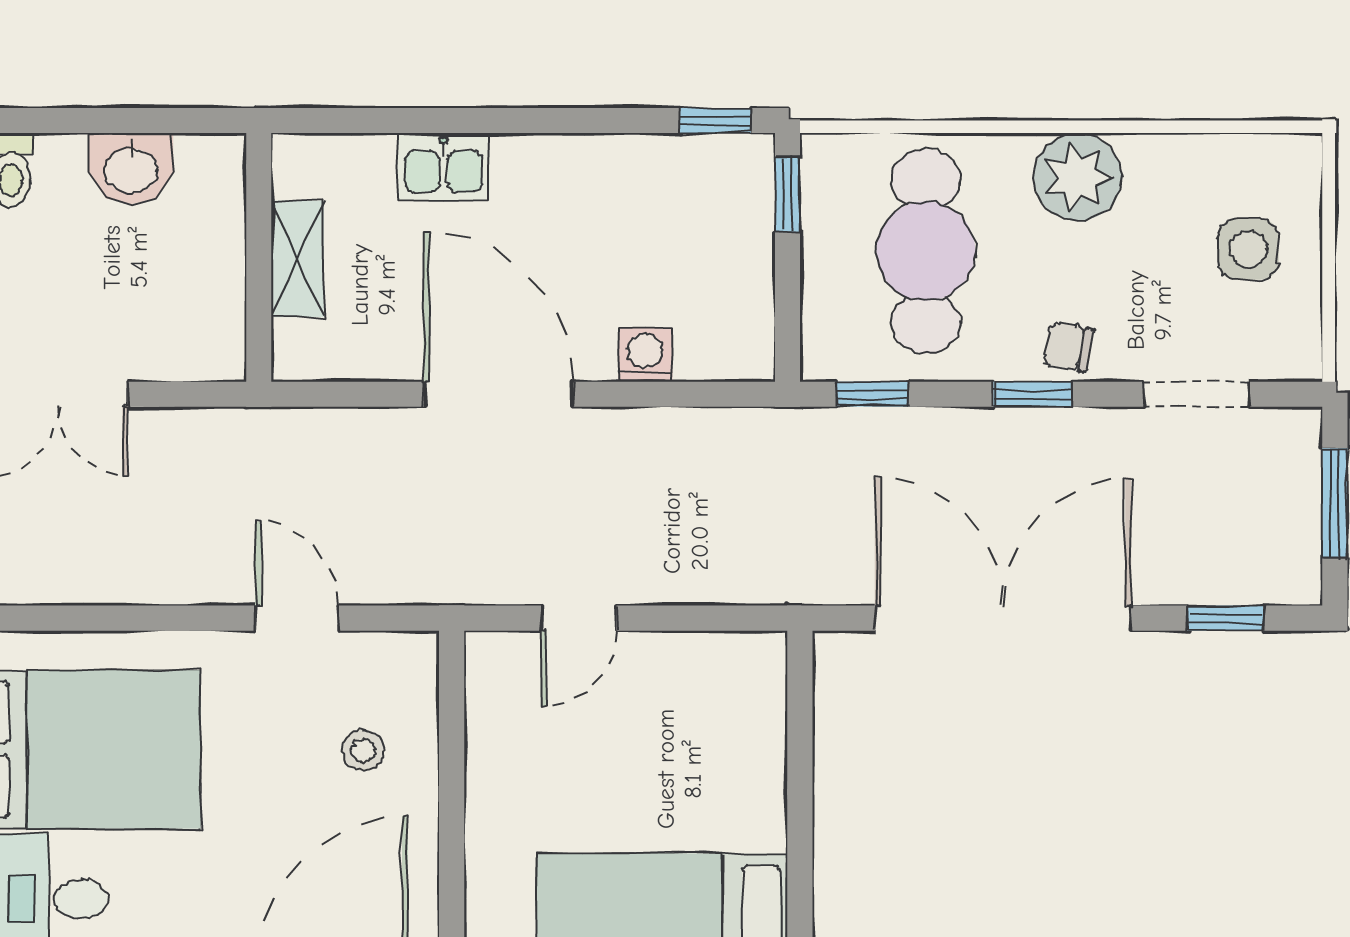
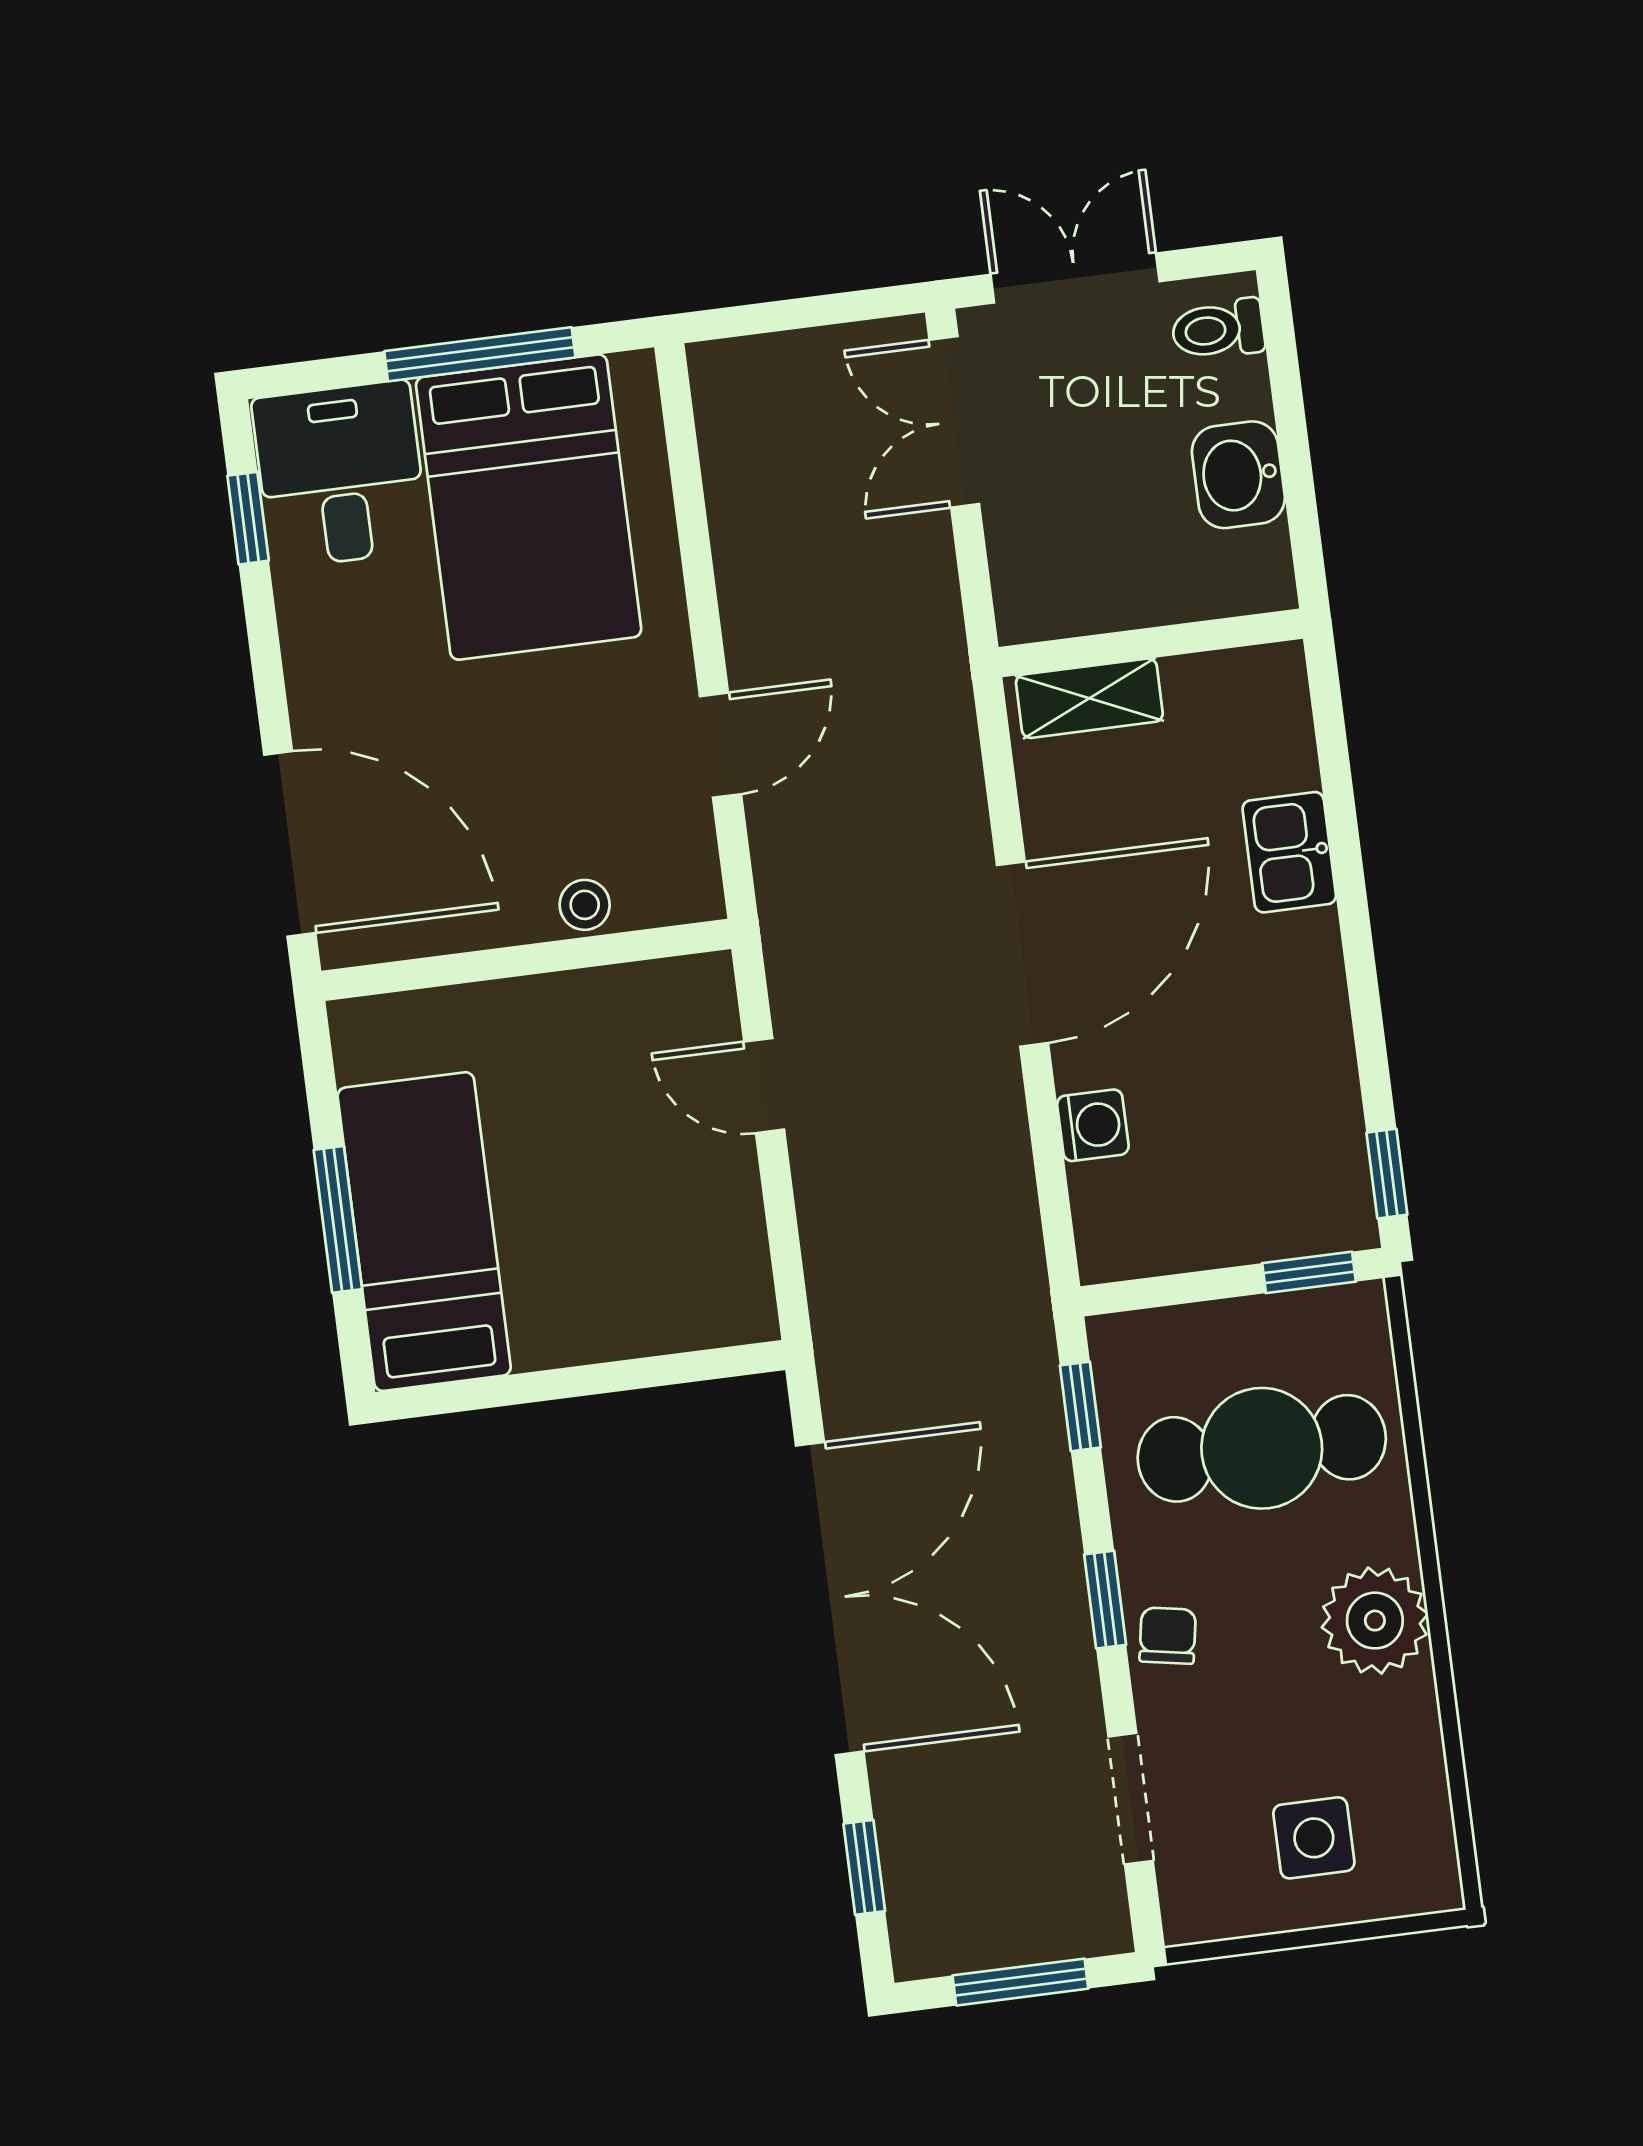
shelving: (297, 259) -> (1089, 698), moved
stool: (363, 750) -> (585, 905), moved

